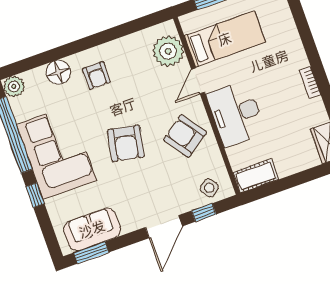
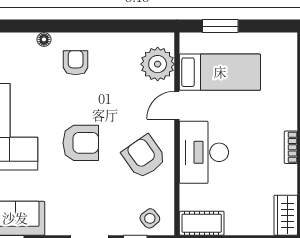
floor lamp: (58, 72) -> (44, 39), width x0.53, depth x0.53
armchair: (96, 75) -> (76, 63), turned 180
armchair: (126, 143) -> (81, 143), turned -101

